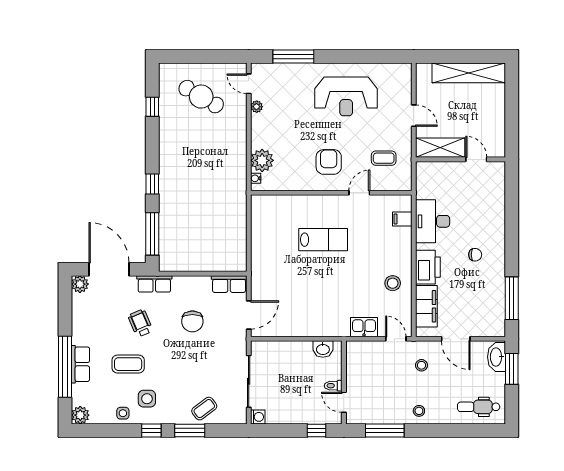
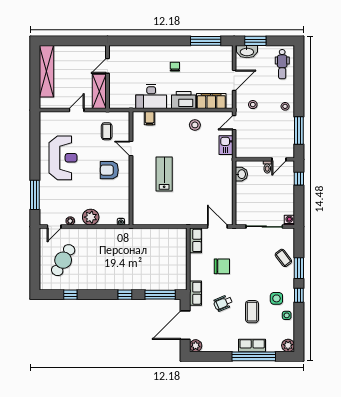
plant: (262, 160) -> (91, 217), moved

